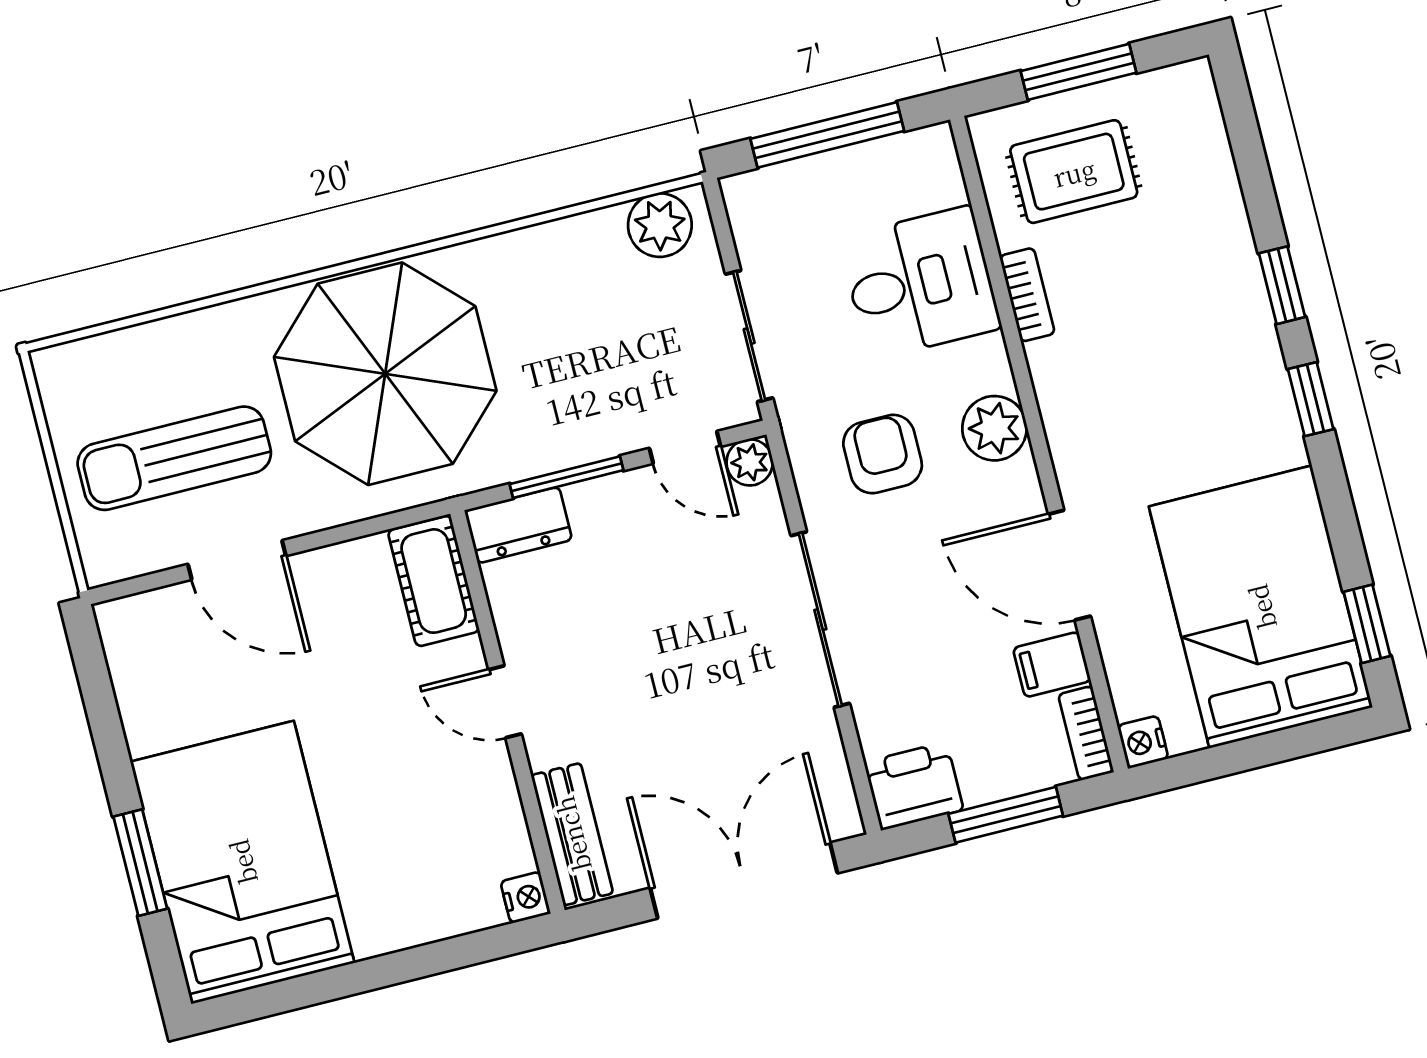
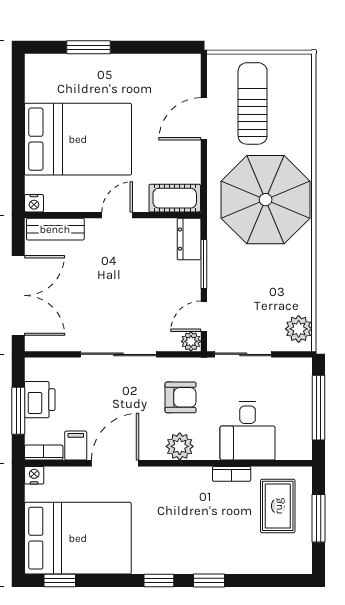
printer: (914, 786) -> (40, 400), moved
bed: (242, 862) -> (78, 139), moved

